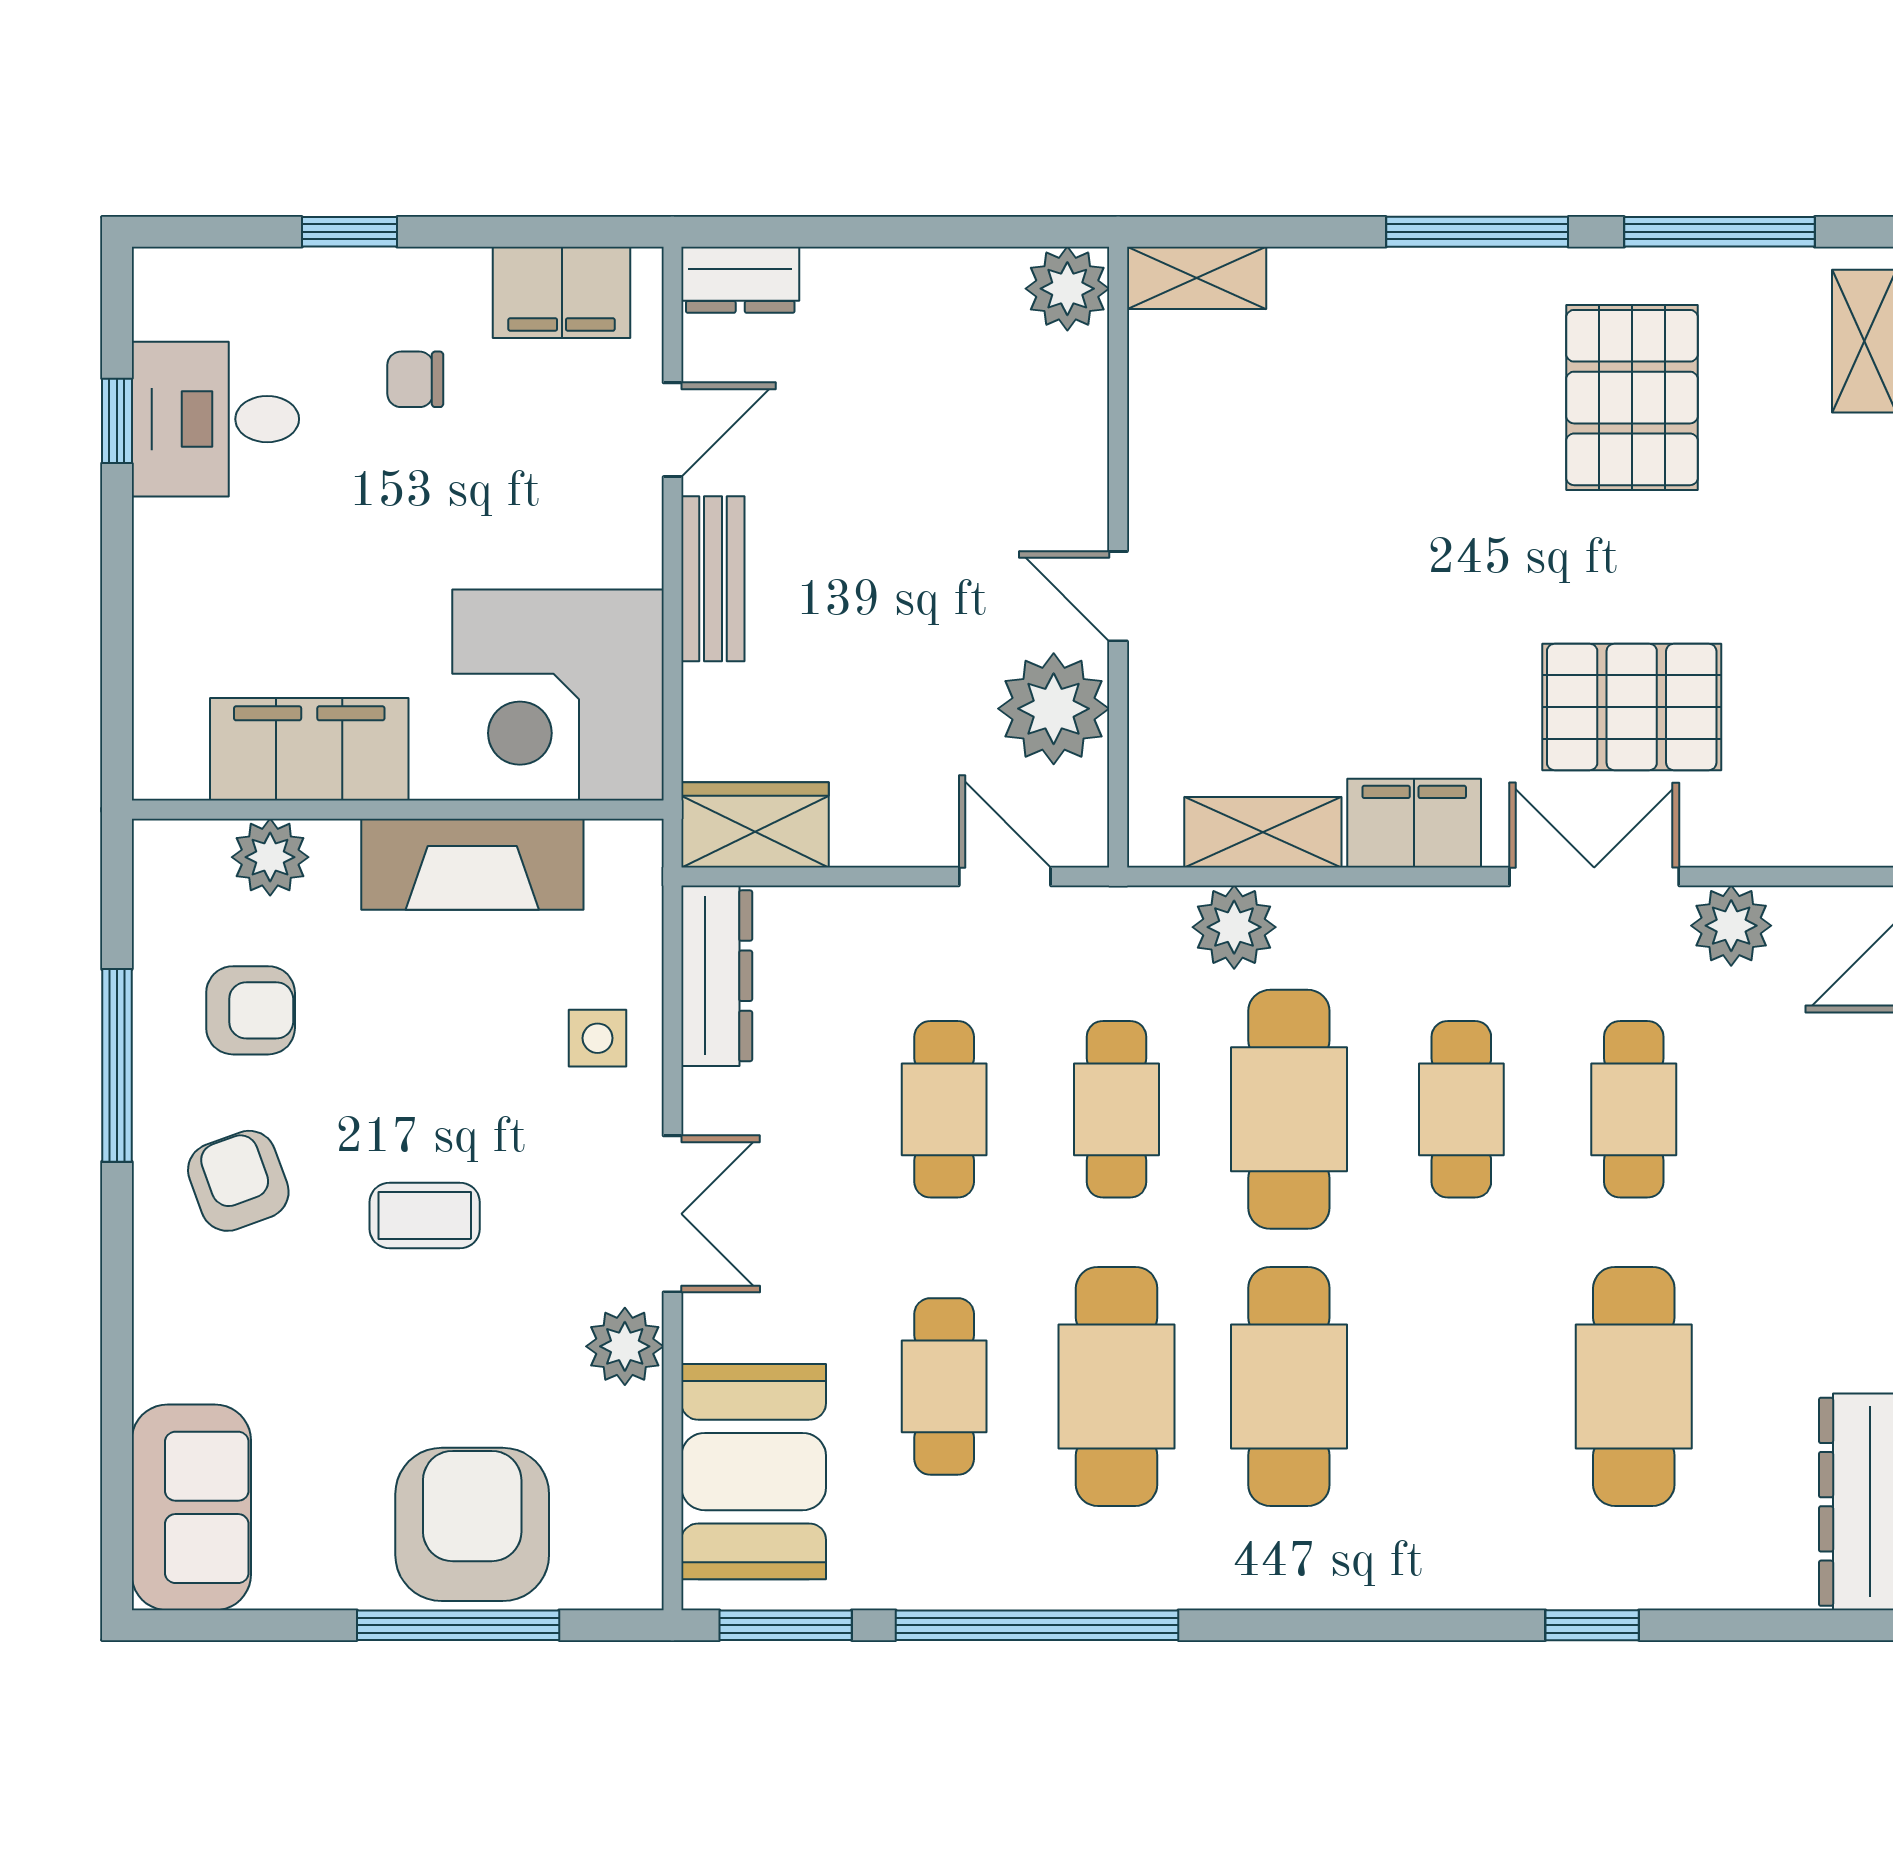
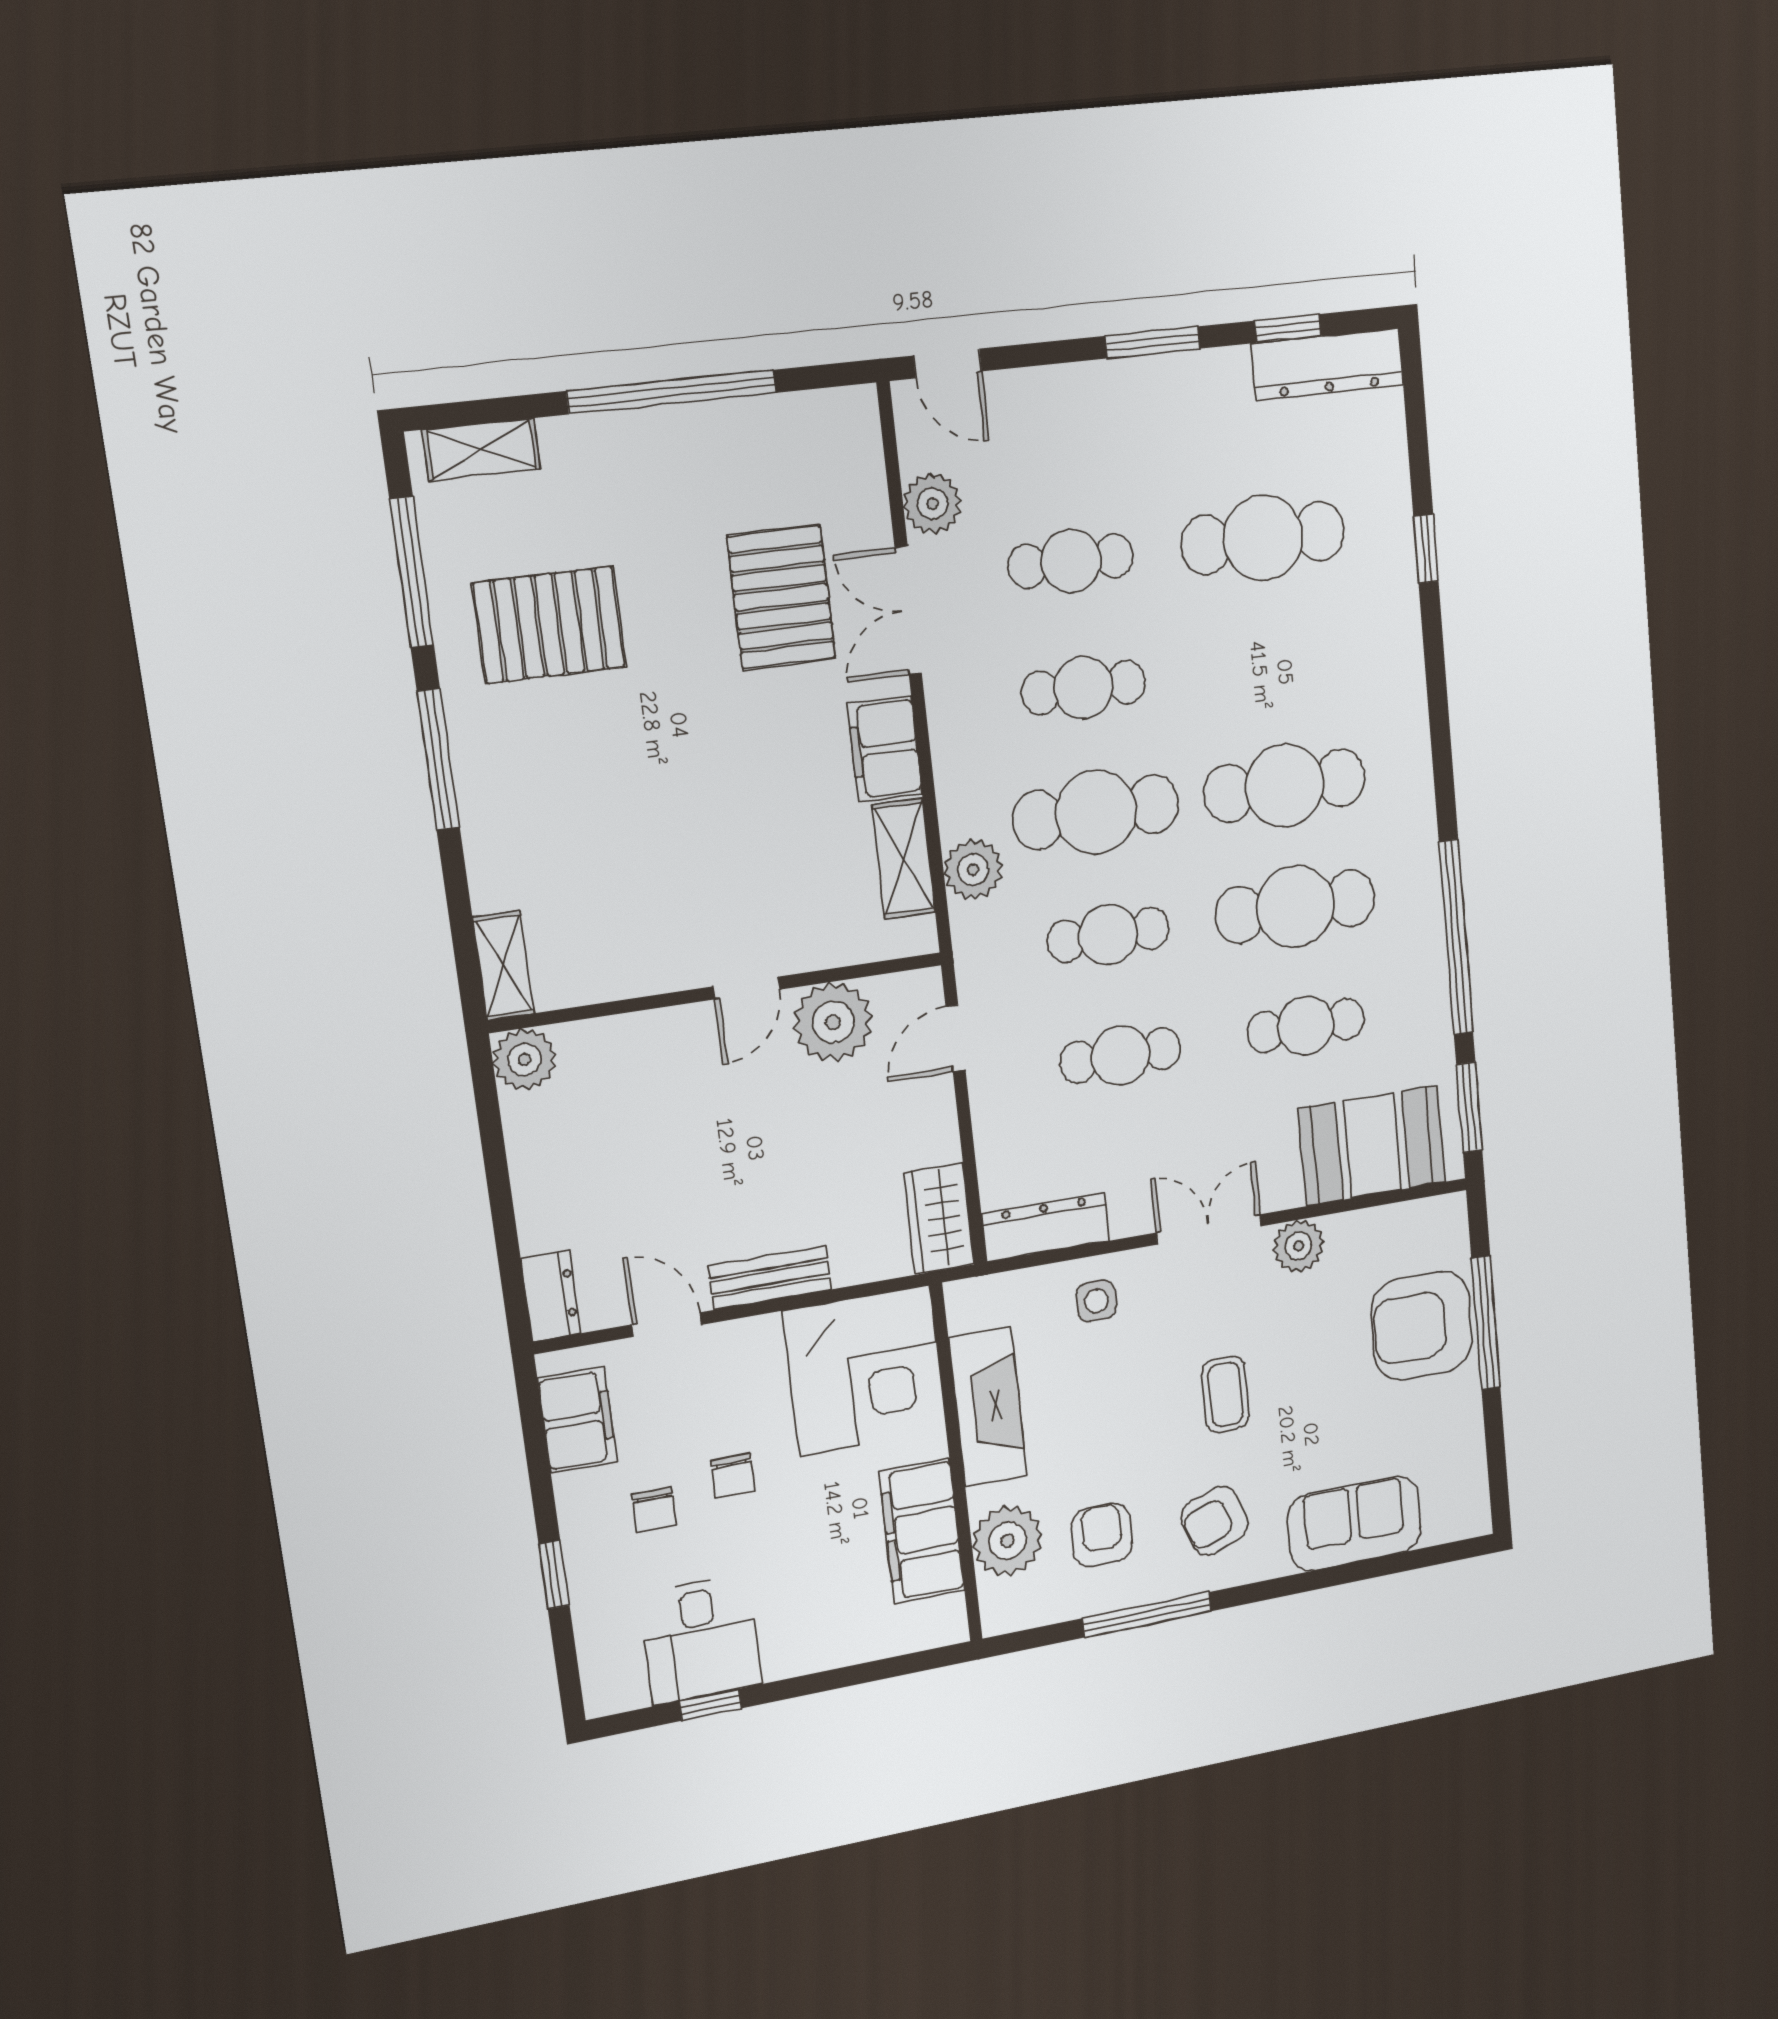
chair: (442, 493) -> (733, 1476), added
plant: (270, 857) -> (1007, 1541), width x1.36, depth x1.36
sofa: (191, 1507) -> (1354, 1524), moved

